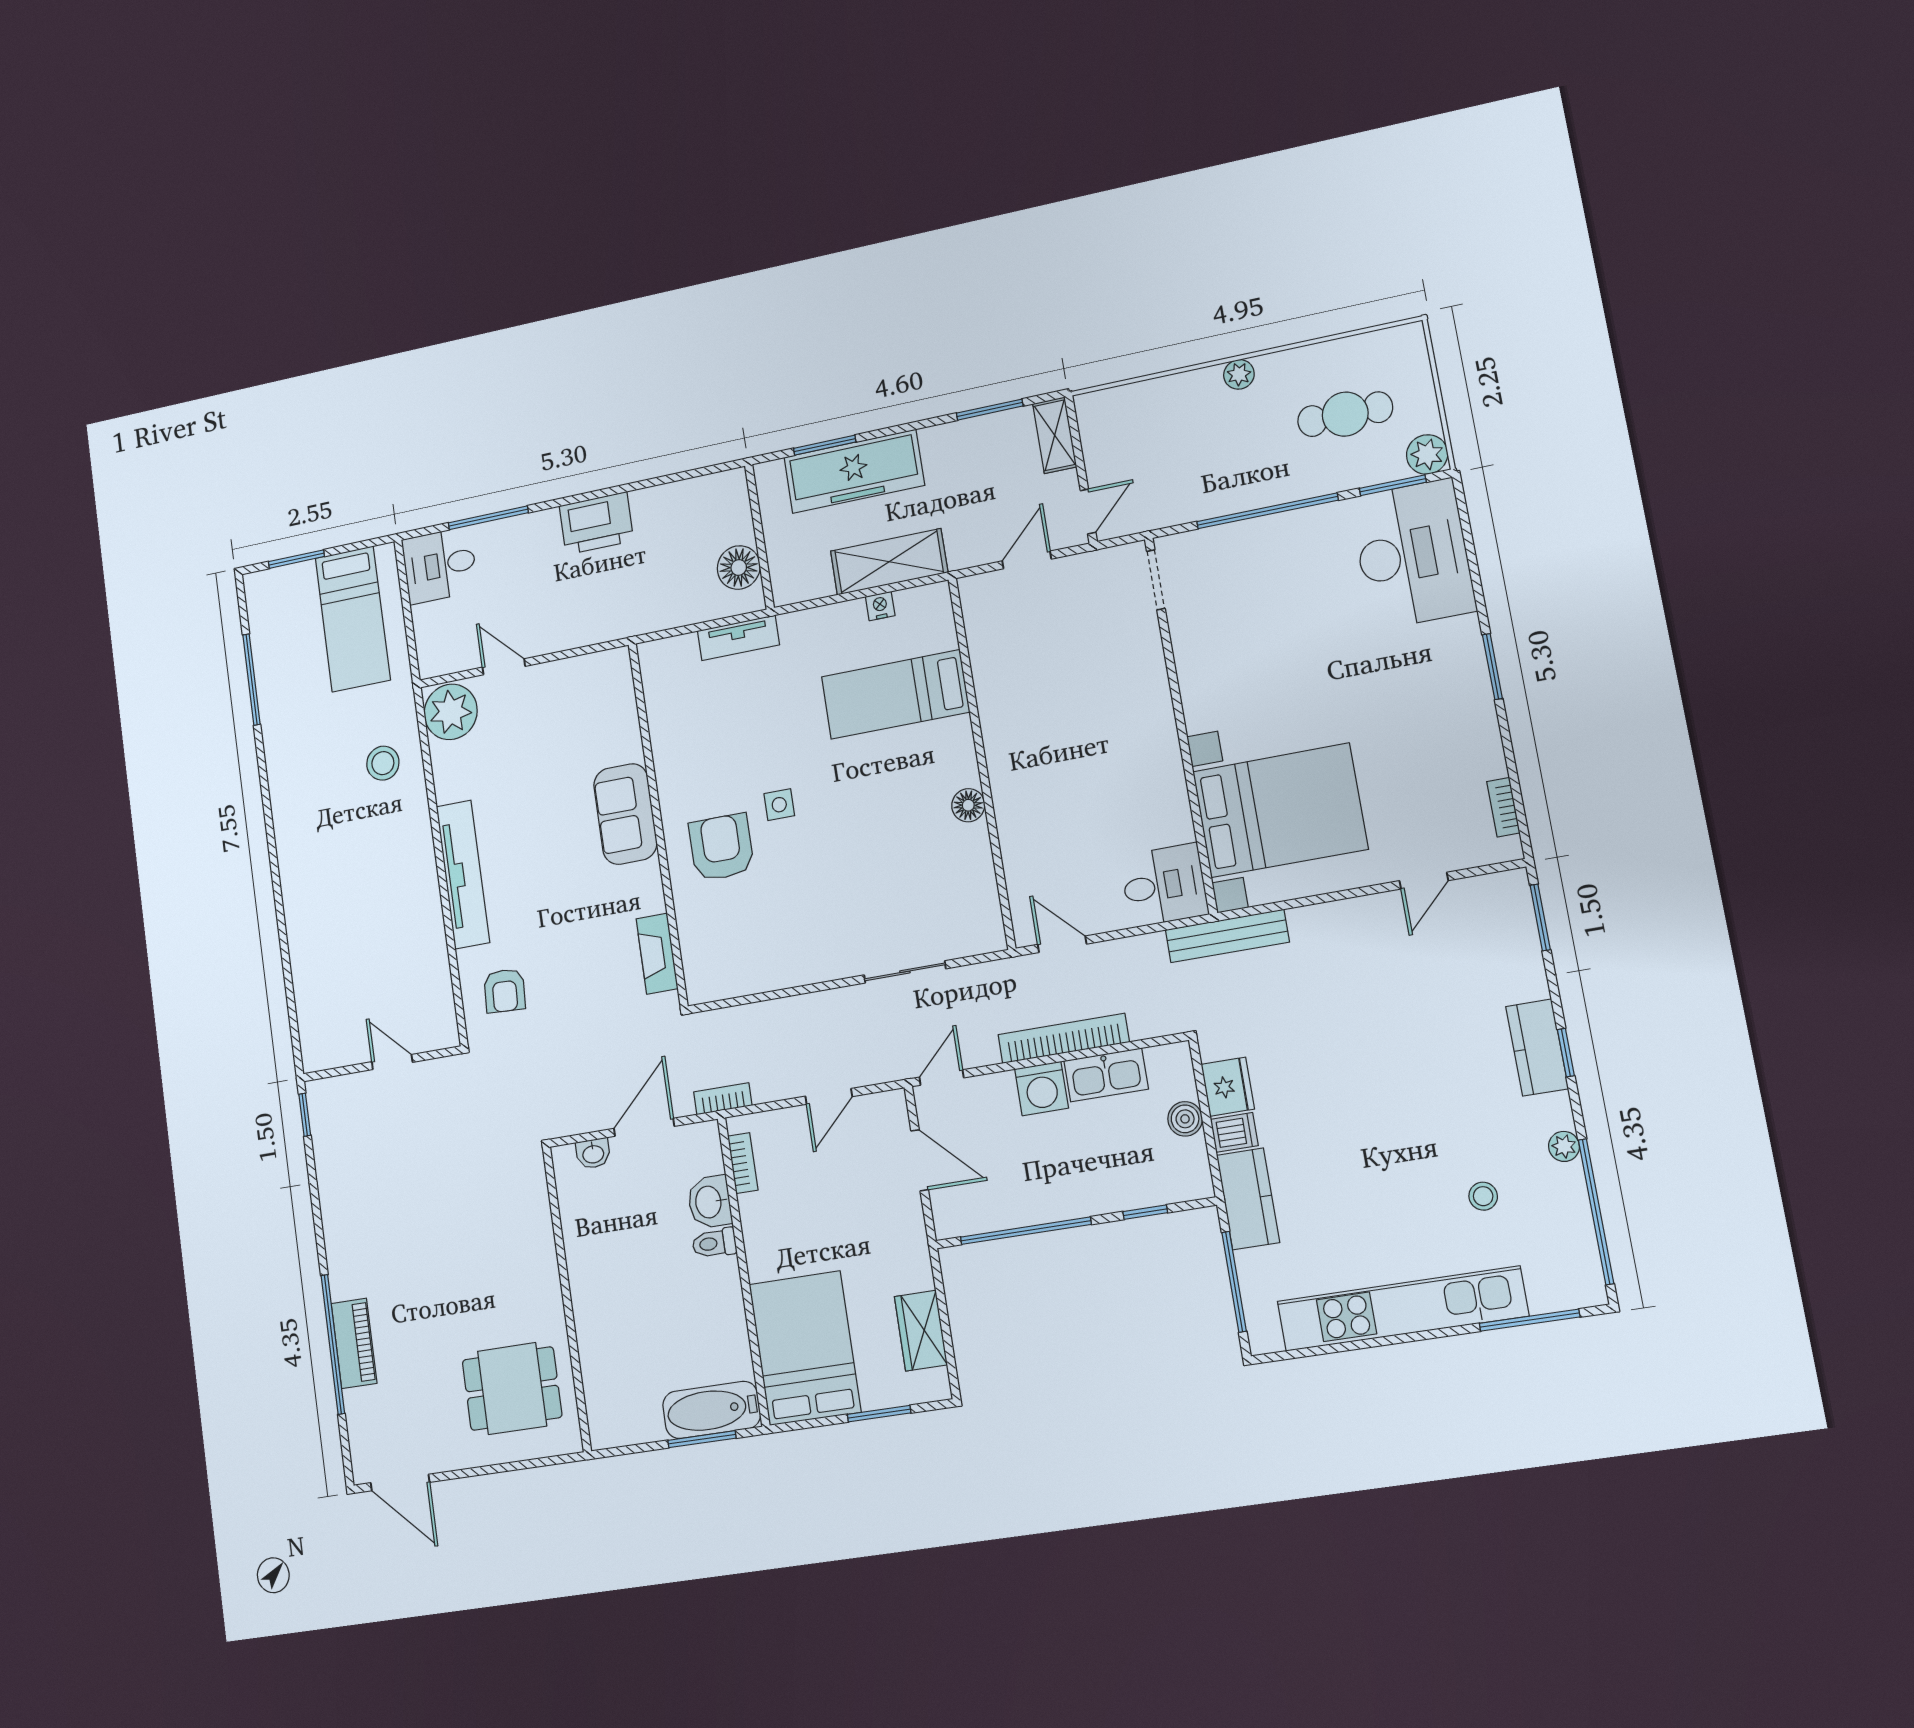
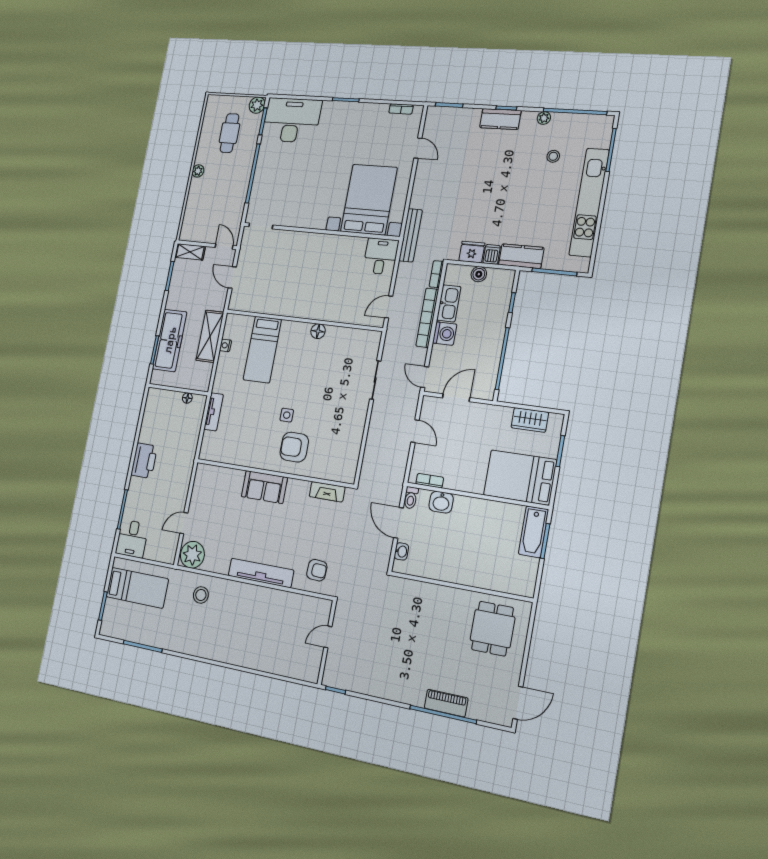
floor lamp: (739, 568) -> (187, 398), width x0.53, depth x0.53
bookcase: (723, 1099) -> (436, 274), moved
toilet: (714, 1243) -> (411, 498), moved

